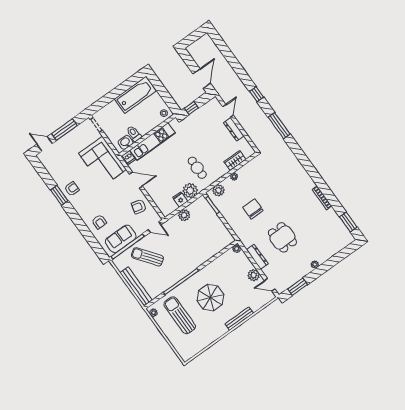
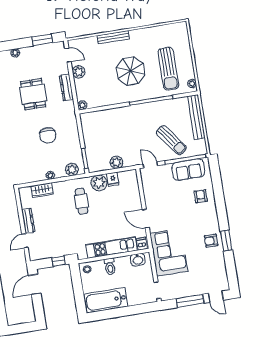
toilet: (134, 134) -> (110, 266), moved
armchair: (139, 207) -> (156, 192), removed

